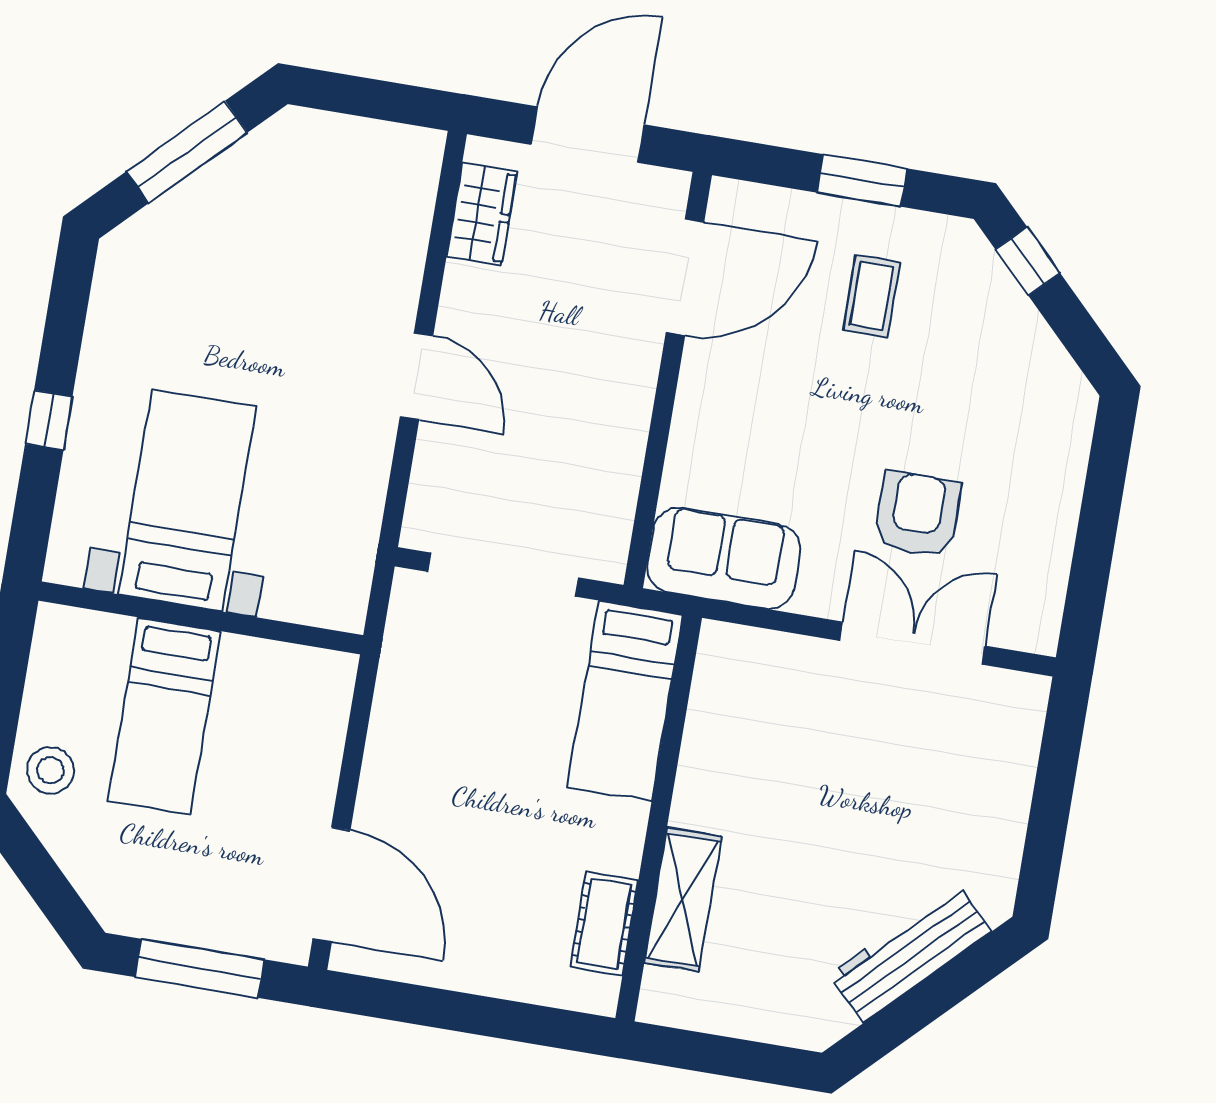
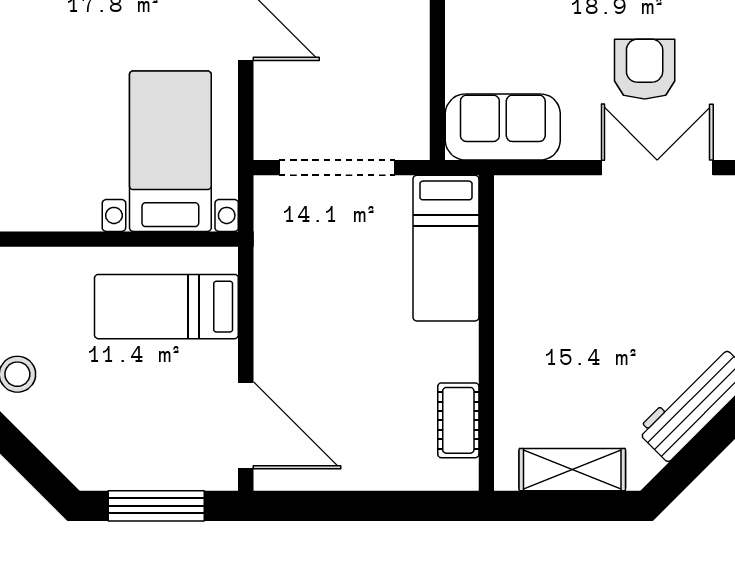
bed with nightstands: (187, 500) -> (170, 151), moved
bed: (164, 716) -> (166, 307), moved, turned 90
shelving: (683, 900) -> (572, 470), moved, turned 90

